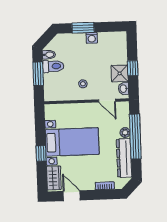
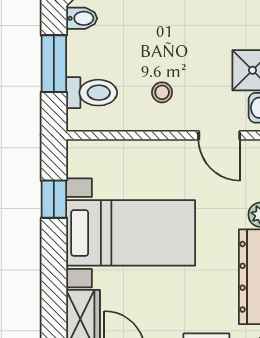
toilet: (53, 66) -> (92, 93), moved
window: (41, 153) -> (54, 199), moved

